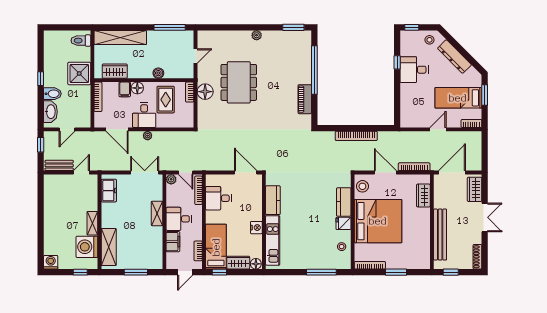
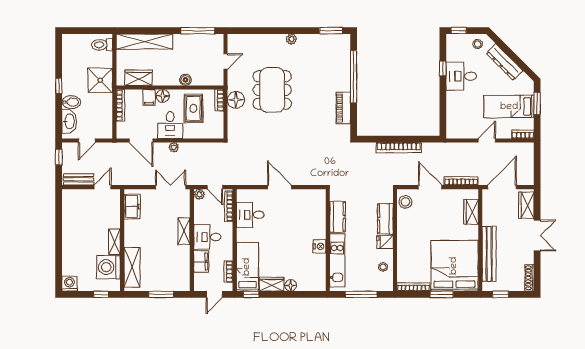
kitchen counter: (273, 200) -> (337, 217), moved
bed: (378, 221) -> (454, 266), moved, turned -90
wall: (264, 222) -> (328, 240), moved
nightstand: (256, 228) -> (320, 246), moved
kitchen unit: (273, 240) -> (337, 260), moved

